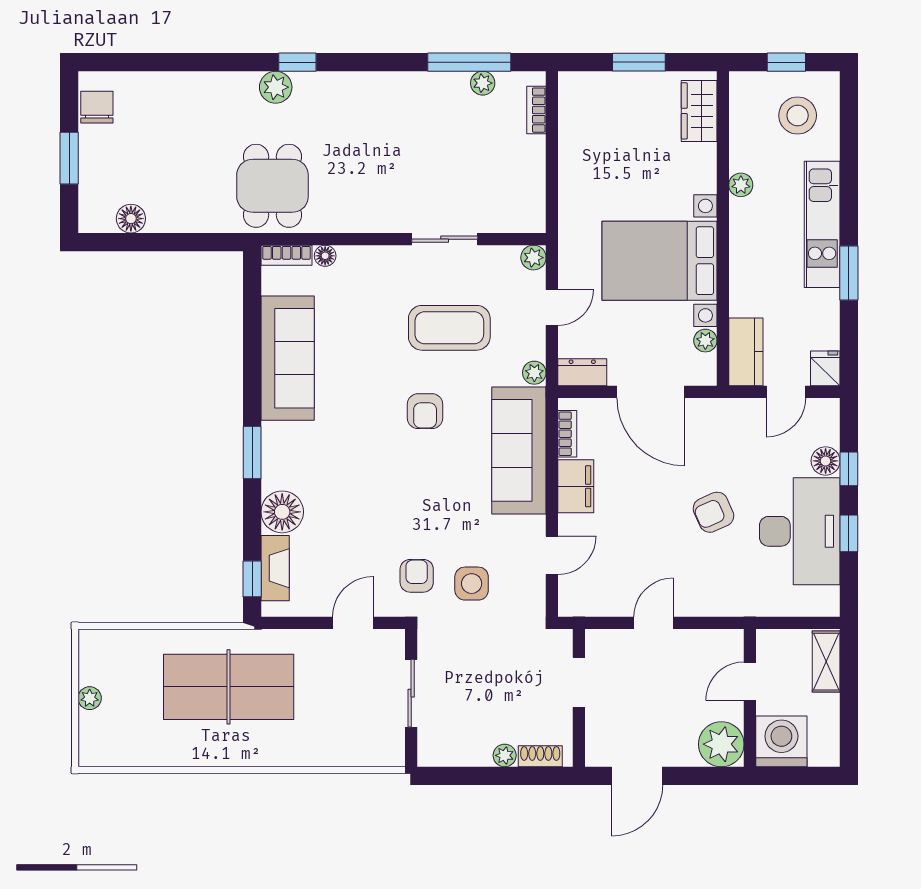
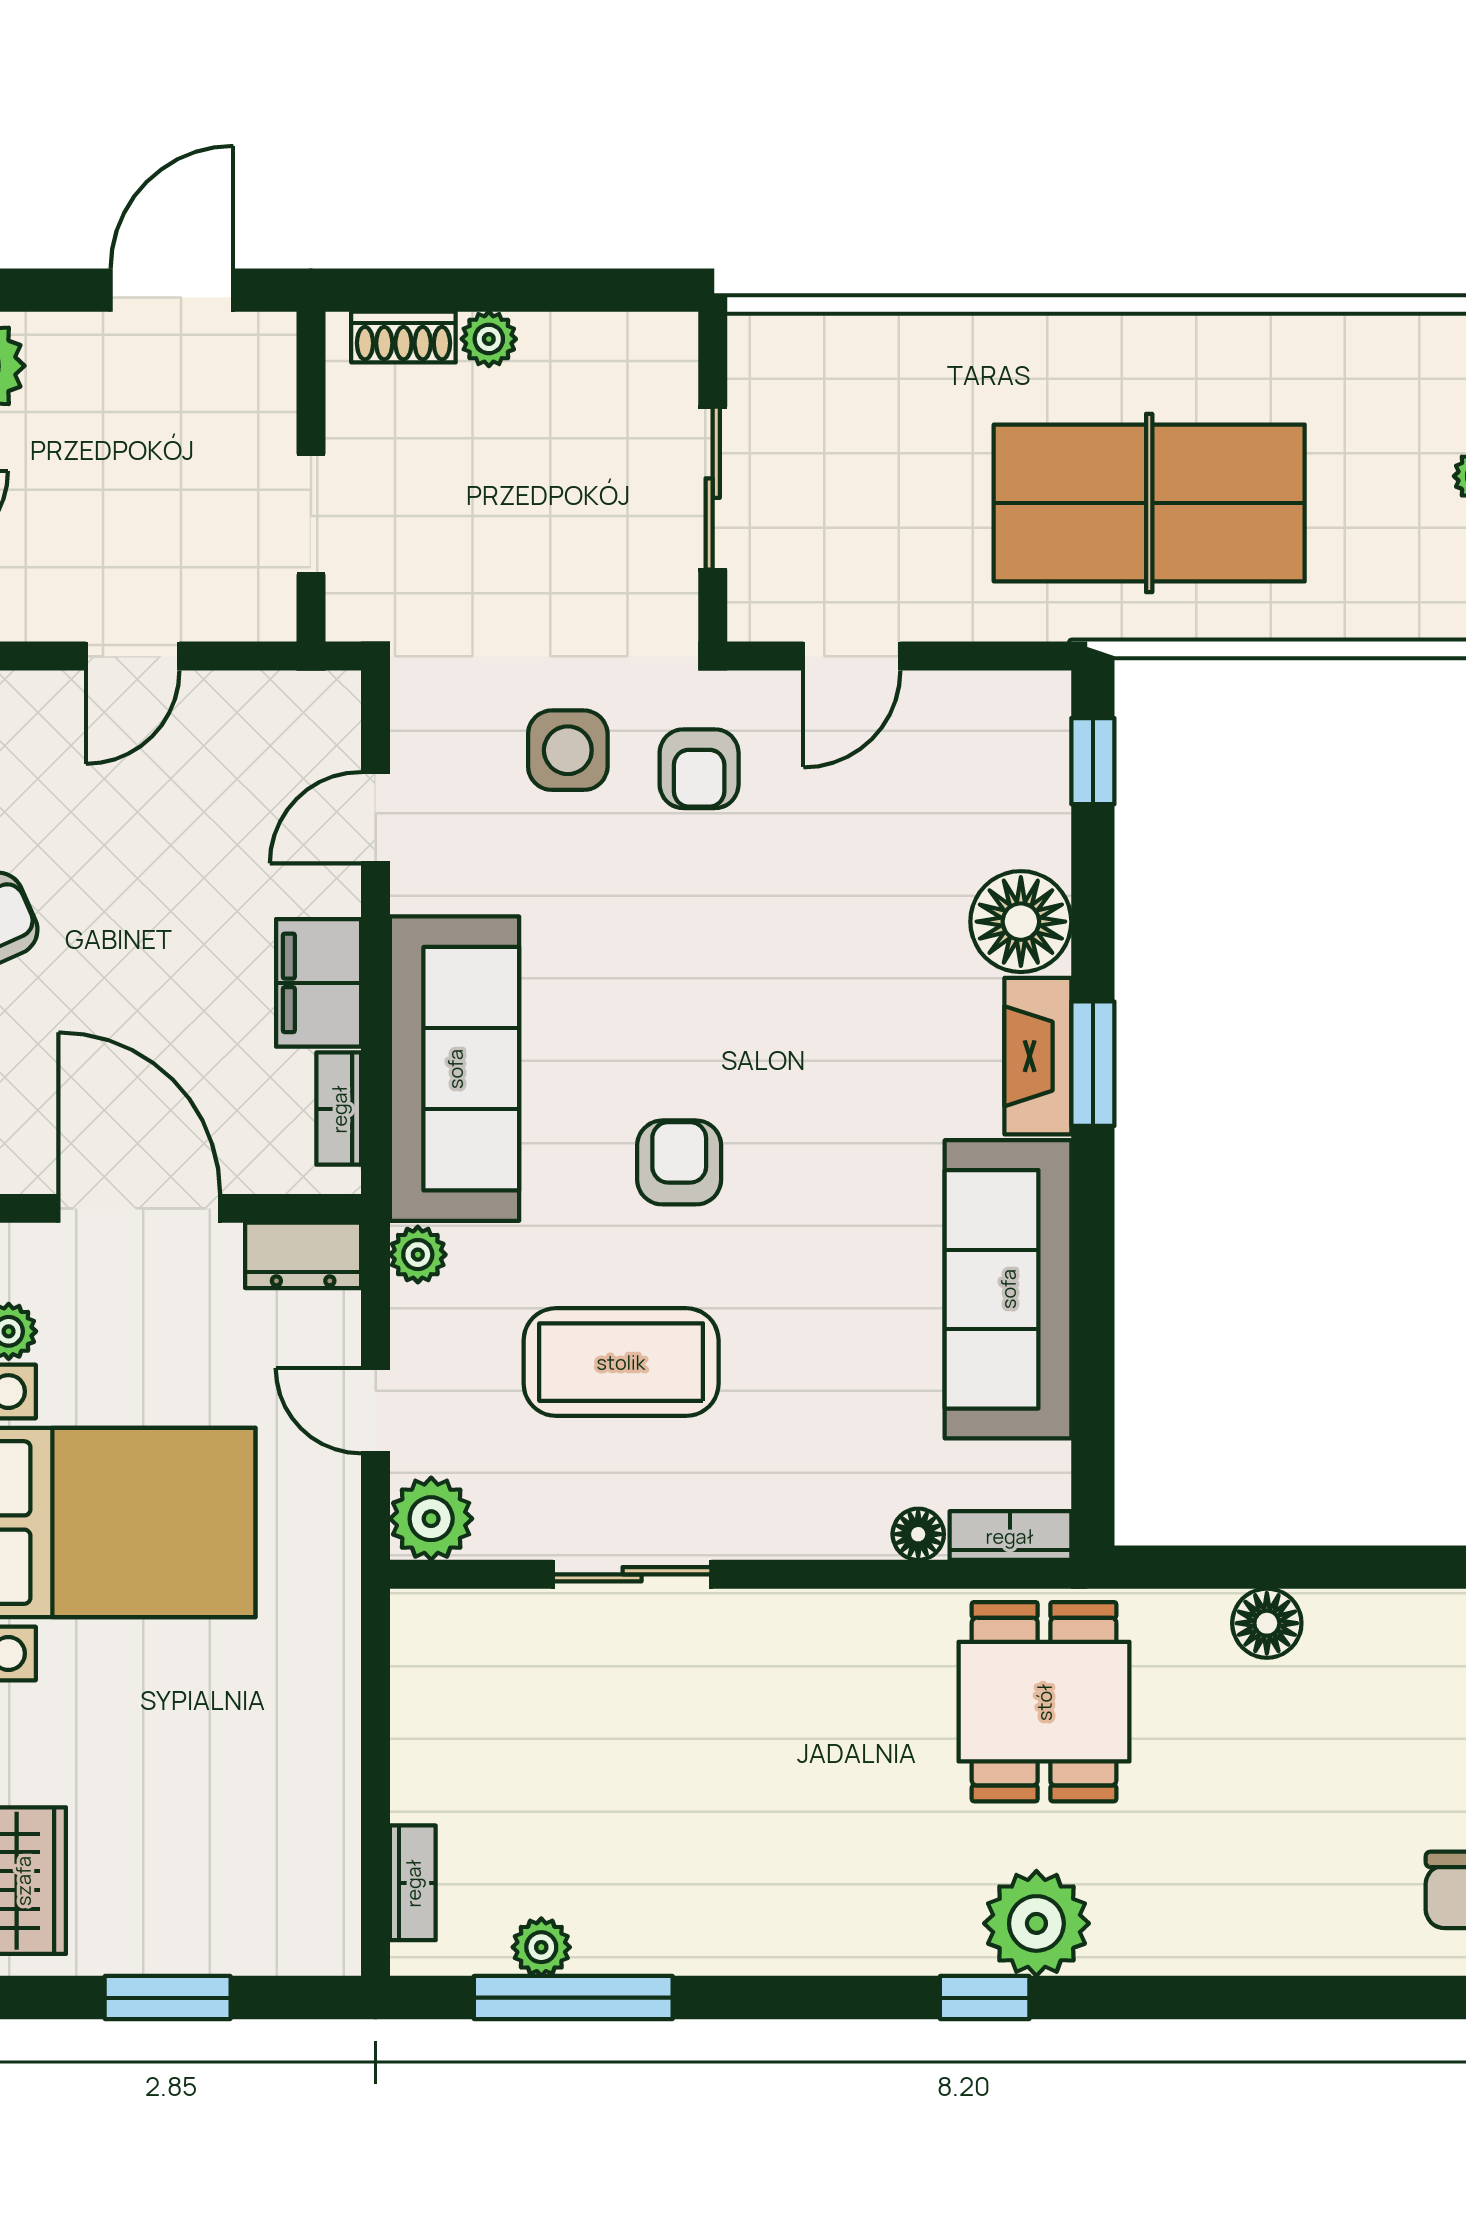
plant: (276, 87) -> (1036, 1923), width x1.36, depth x1.36
floor lamp: (131, 219) -> (1267, 1623), moved
plant: (533, 258) -> (431, 1519), width x1.38, depth x1.38
door: (552, 307) -> (376, 1411), hinge flipped
fireplace: (275, 568) -> (1038, 1056), moved

